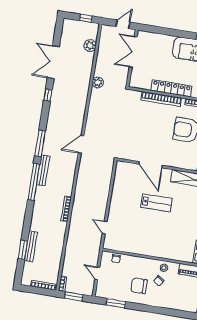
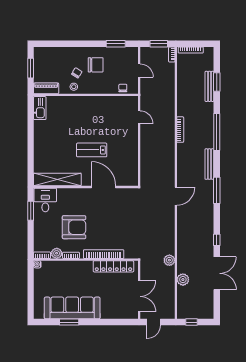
plant: (90, 46) -> (183, 280), moved
locker: (171, 88) -> (113, 266), moved
window: (34, 182) -> (217, 132), moved

